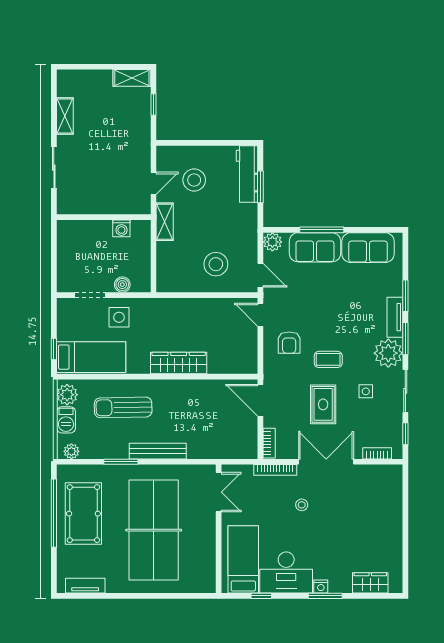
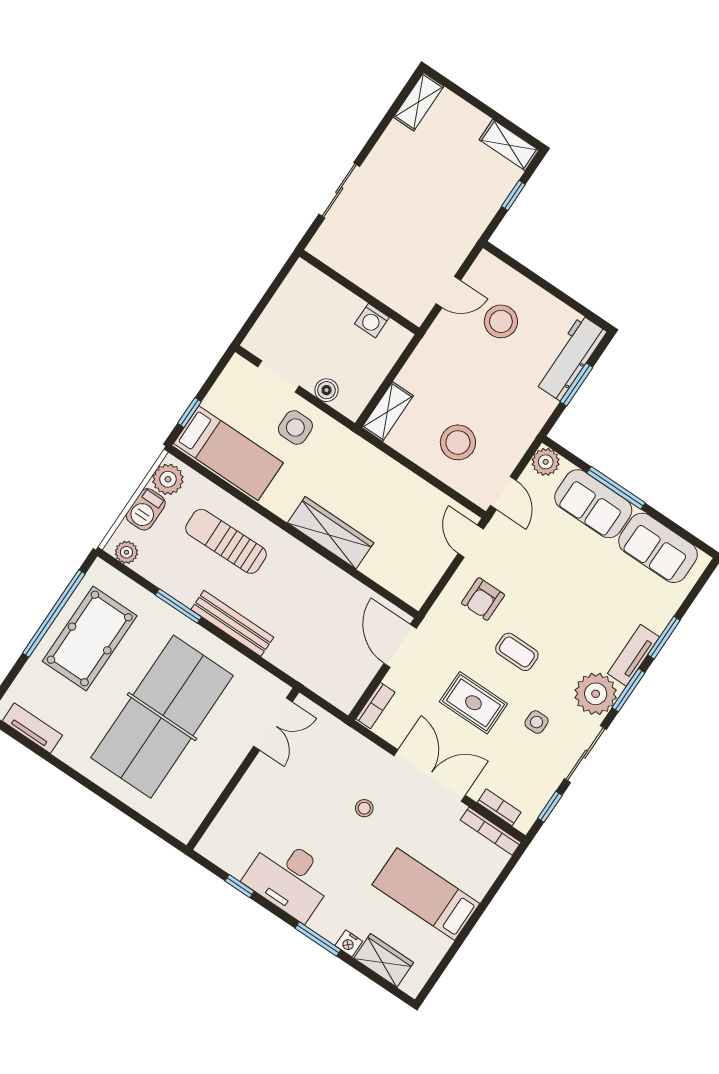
shelving: (65, 116) -> (419, 102), moved
shelving: (165, 222) -> (388, 412), moved
rug: (323, 404) -> (473, 703), turned 90
bookcase: (275, 470) -> (491, 831), moved
bed: (243, 559) -> (426, 894), moved, turned -90
nightstand: (321, 587) -> (349, 943), moved

